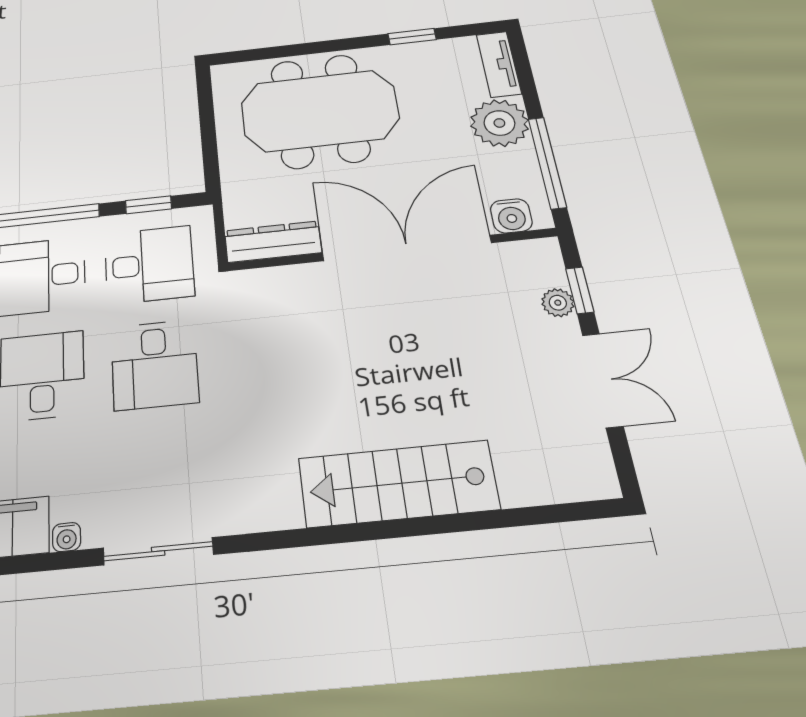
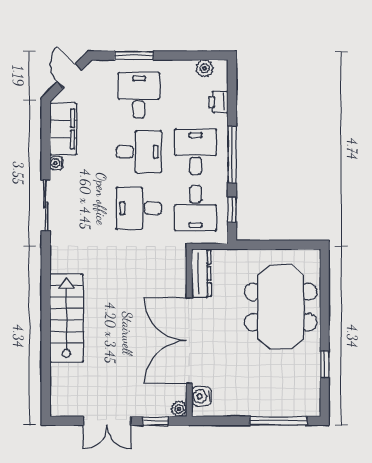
tv unit: (499, 64) -> (299, 408), removed
plant: (499, 123) -> (259, 401), removed
window: (547, 163) -> (278, 421), moved
double door: (407, 248) -> (189, 341), swing flipped
plant: (558, 303) -> (179, 409), moved

